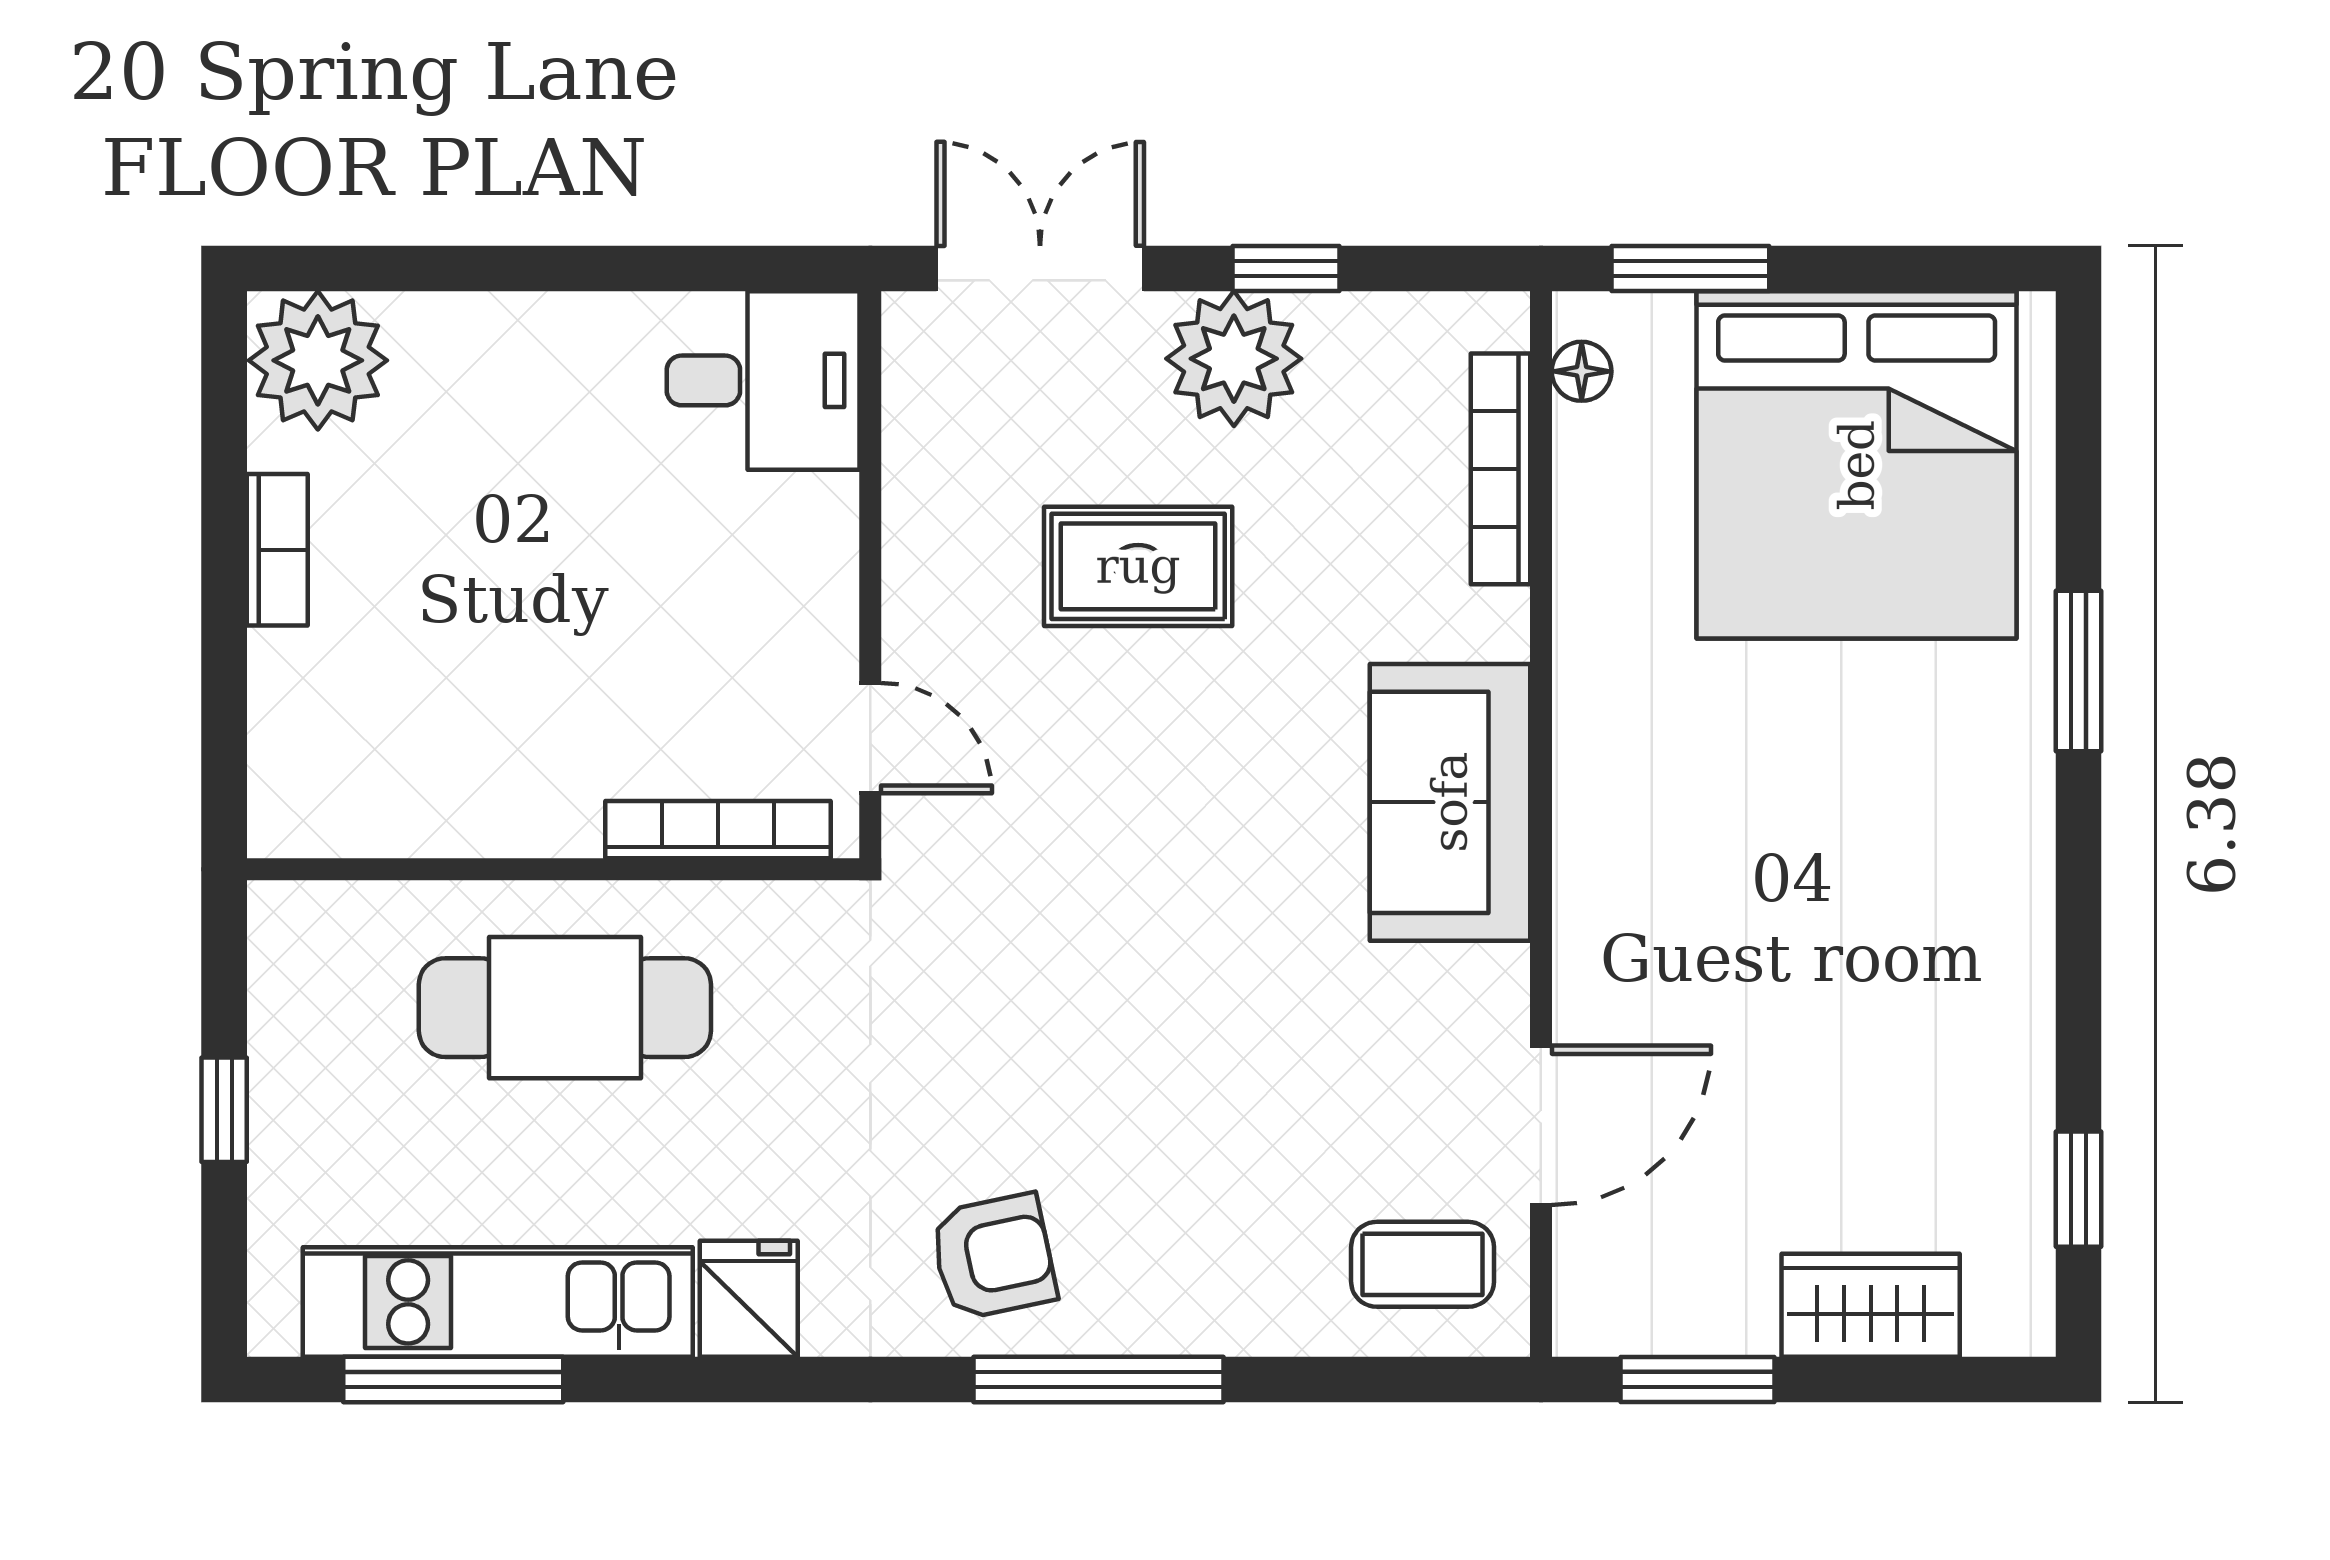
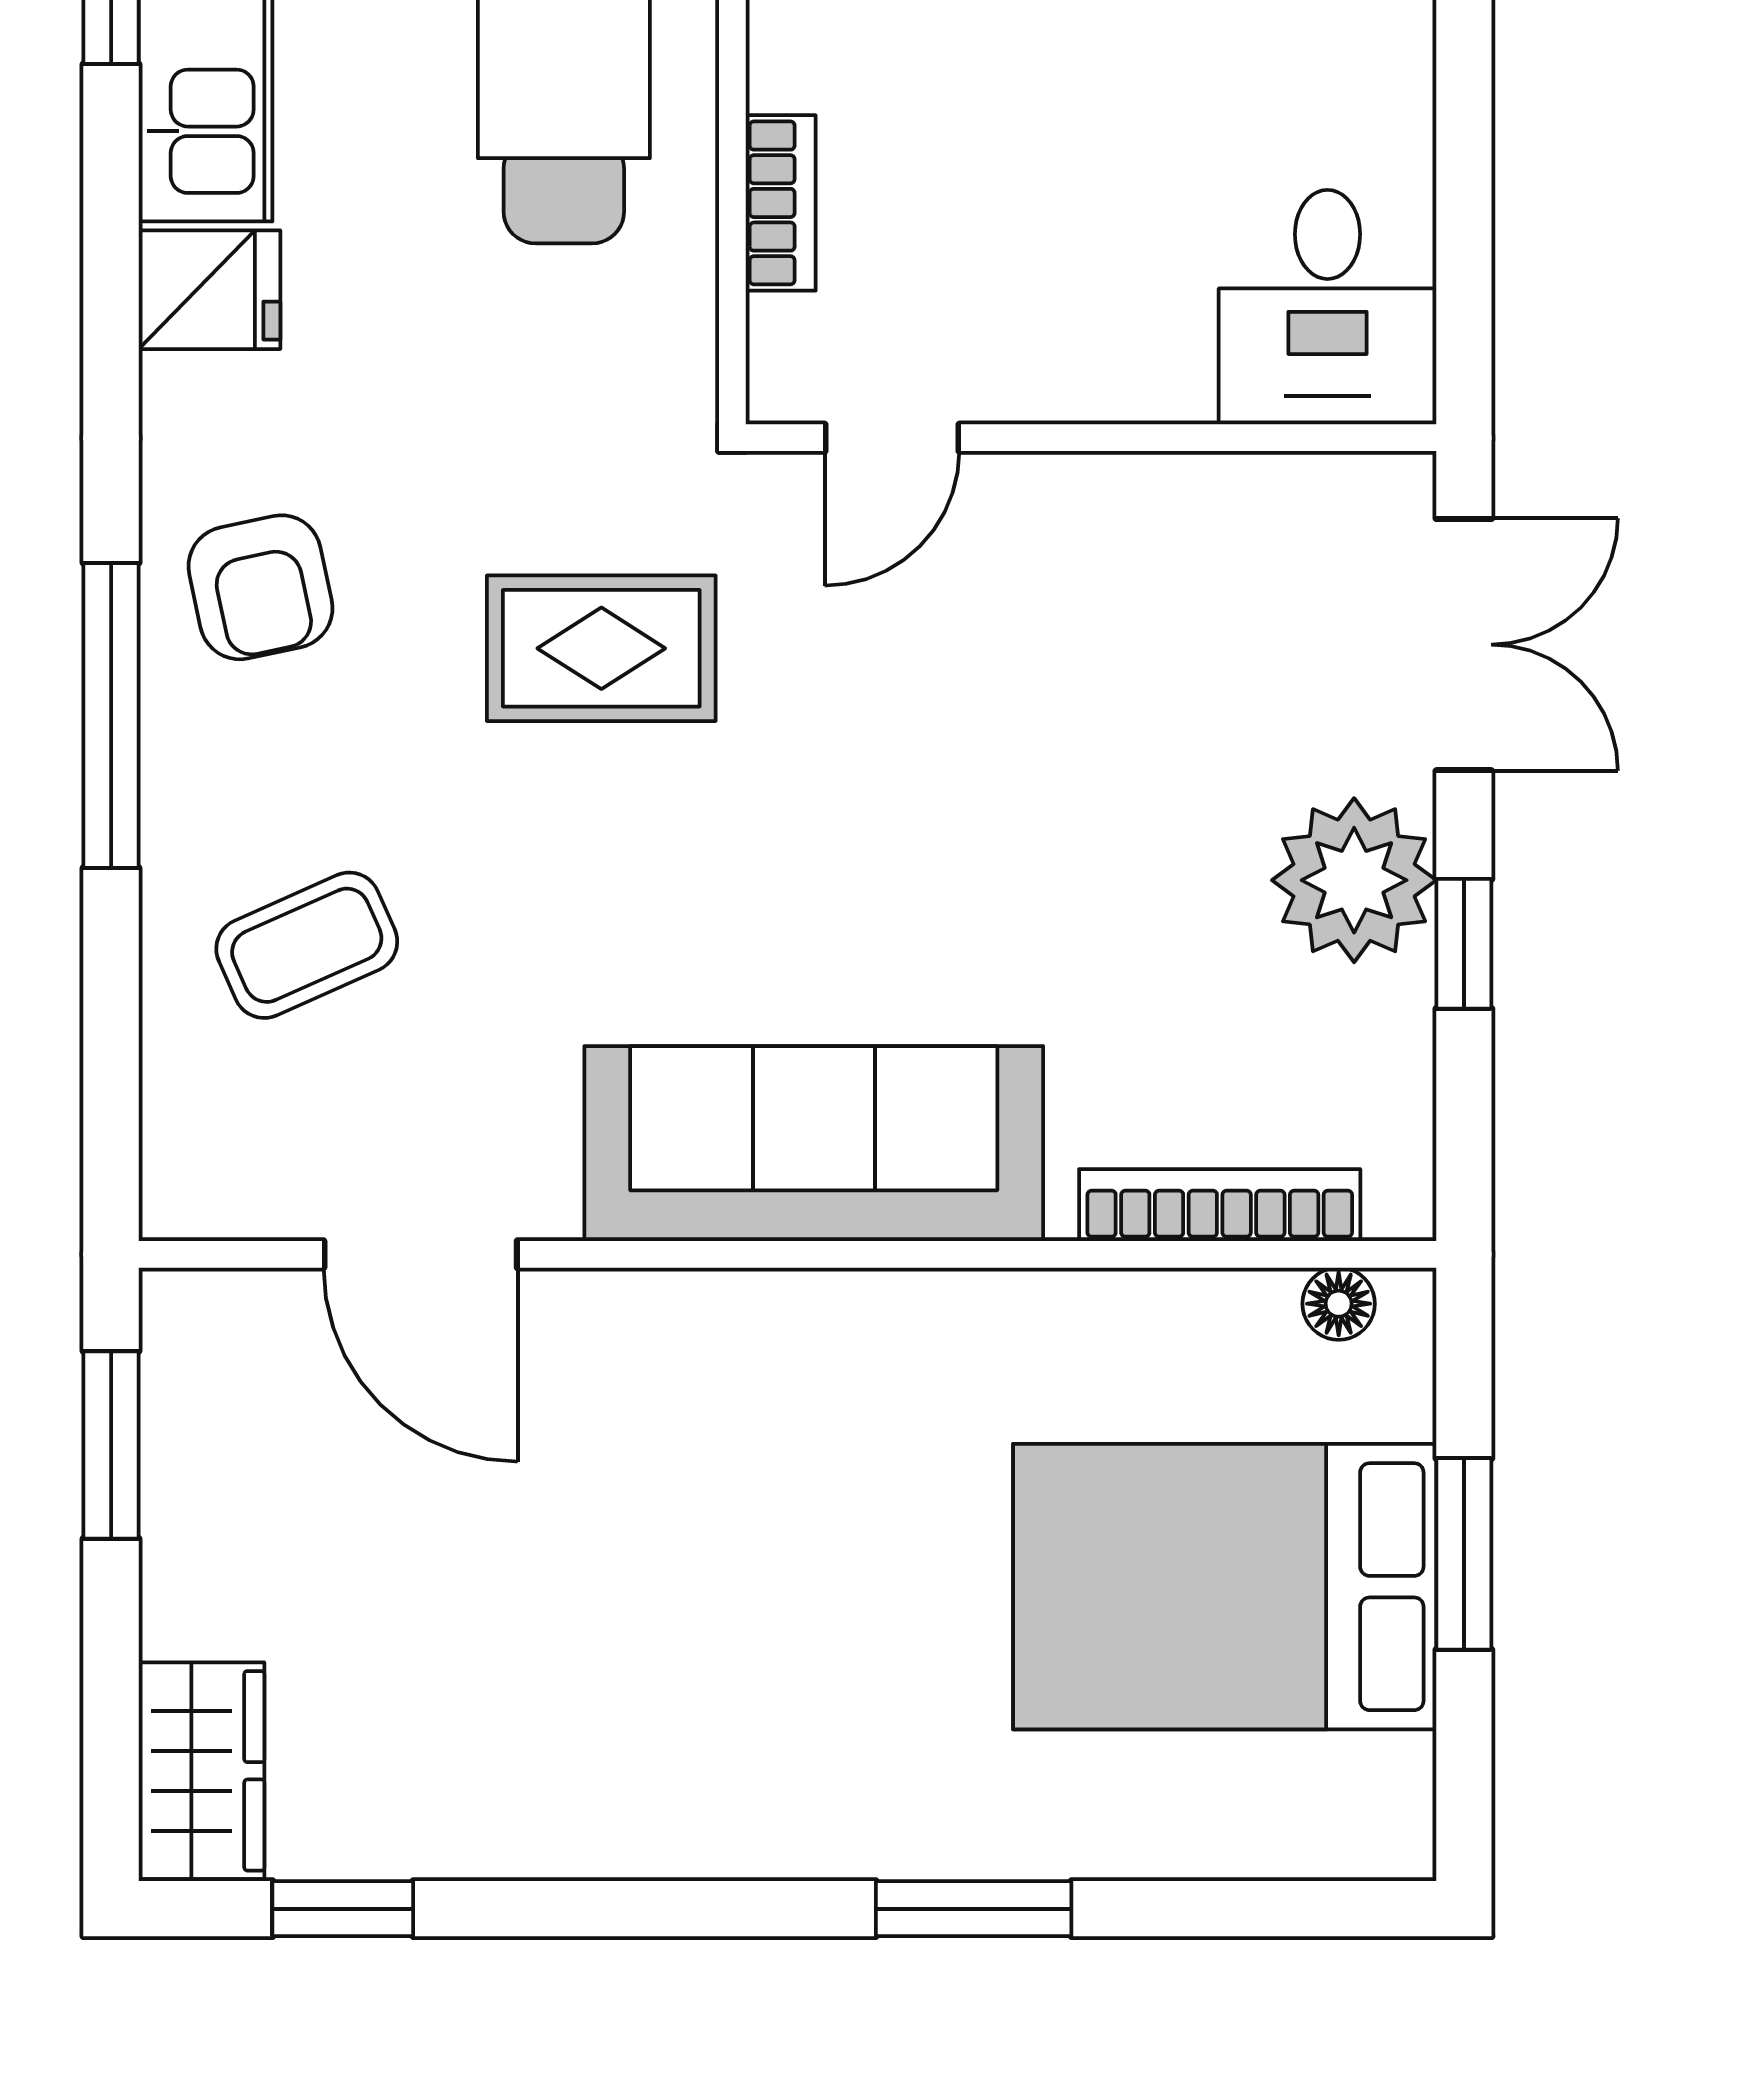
window: (1690, 268) -> (1464, 1554), moved
bed: (1857, 465) -> (1225, 1587), width x0.73
rug: (1138, 566) -> (601, 648), moved, turned 90
sofa: (1450, 802) -> (814, 1144), width x1.36
bookcase: (718, 830) -> (781, 203), width x0.64
coffee table: (1423, 1264) -> (307, 945), moved, turned 66
wardrobe: (1871, 1305) -> (201, 1771), moved

